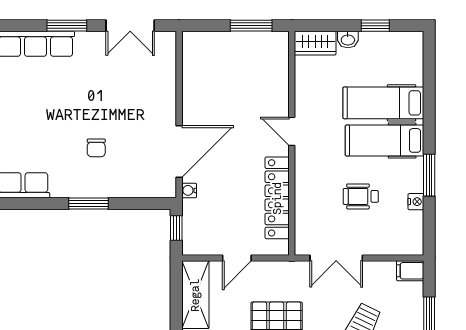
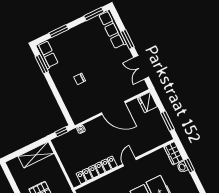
window: (375, 26) -> (189, 165), moved
fridge: (199, 46) -> (147, 102), added
door: (179, 151) -> (113, 108), moved
window: (89, 204) -> (42, 64), moved
door: (237, 258) -> (61, 165), removed

